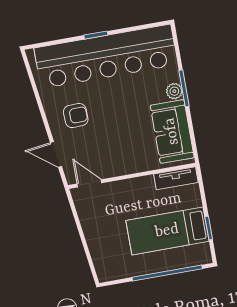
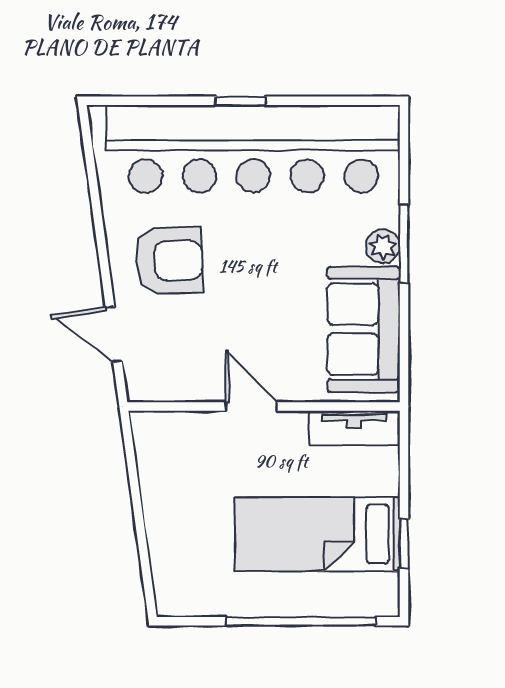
armchair: (76, 116) -> (169, 261), width x1.38, depth x1.38
door: (89, 183) -> (251, 407), moved

